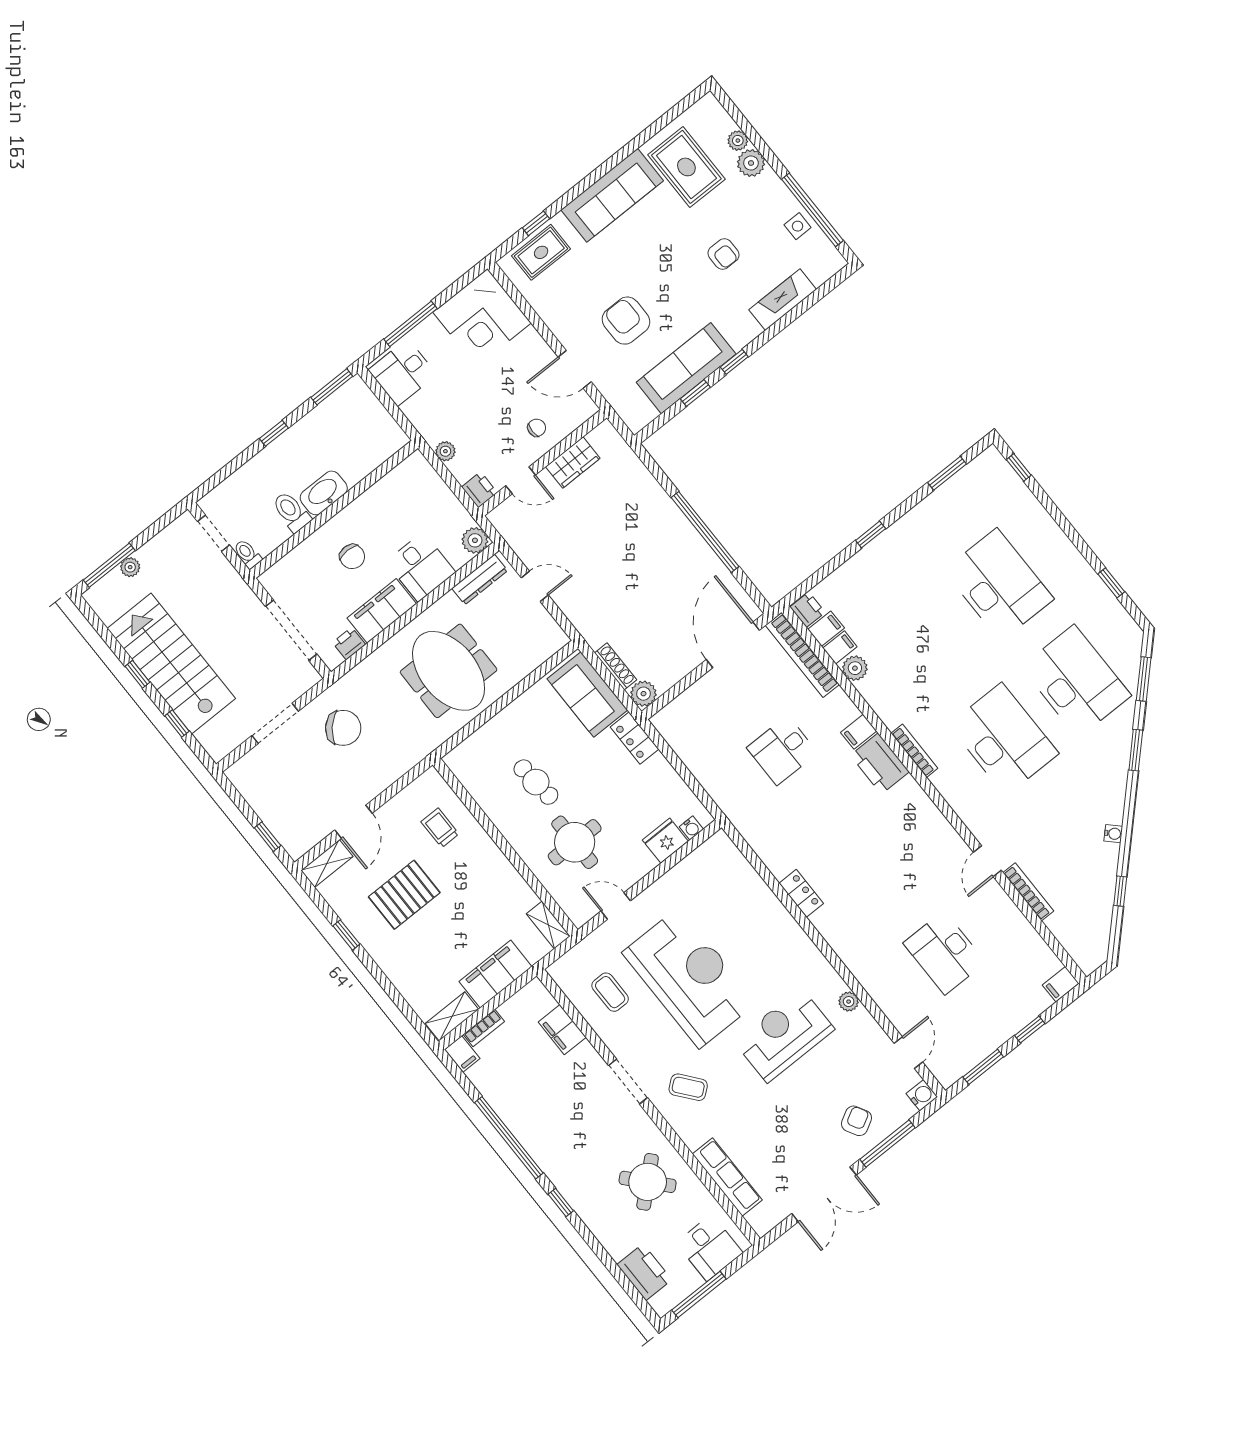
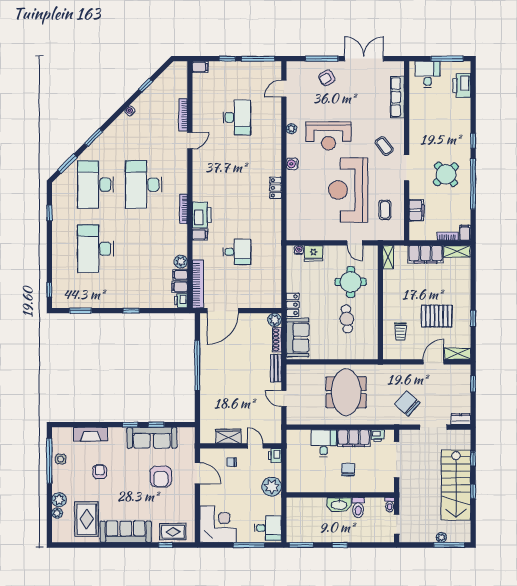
plant: (445, 451) -> (272, 487), width x1.87, depth x1.87
plant: (475, 540) -> (293, 436), removed
dresser: (480, 580) -> (461, 419), moved, width x0.70
bench: (583, 622) -> (276, 368), added
window: (983, 1067) -> (258, 59), width x1.44
water cooler: (922, 1095) -> (292, 164), moved
round table: (648, 1182) -> (446, 174), moved

